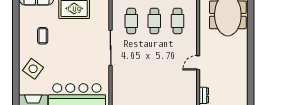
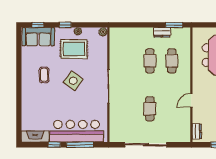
cafe table: (131, 21) -> (150, 109), moved
side table: (33, 69) -> (73, 81), moved

